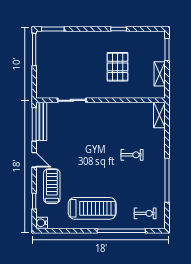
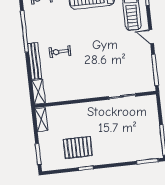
pallet: (117, 67) -> (78, 147), moved, turned 90
shelving: (160, 74) -> (41, 120), moved
bench: (41, 121) -> (35, 61), moved

